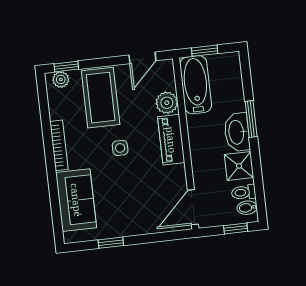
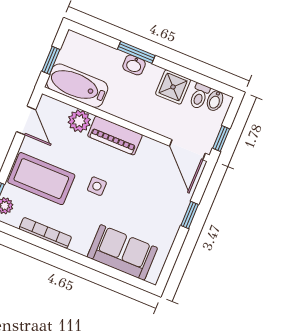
washbasin: (237, 132) -> (134, 65), width x0.52, depth x0.69
bookcase: (59, 145) -> (45, 233), moved
window: (236, 228) -> (221, 139), moved
window: (111, 243) -> (190, 215), moved

